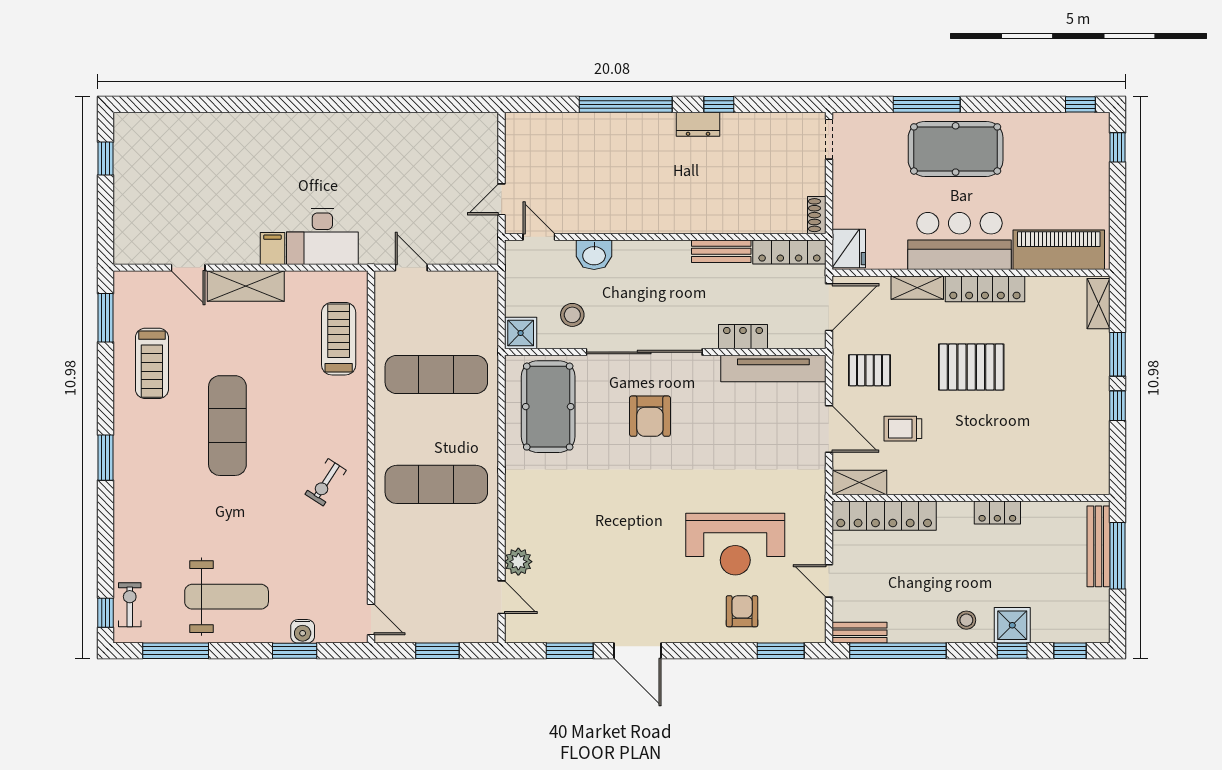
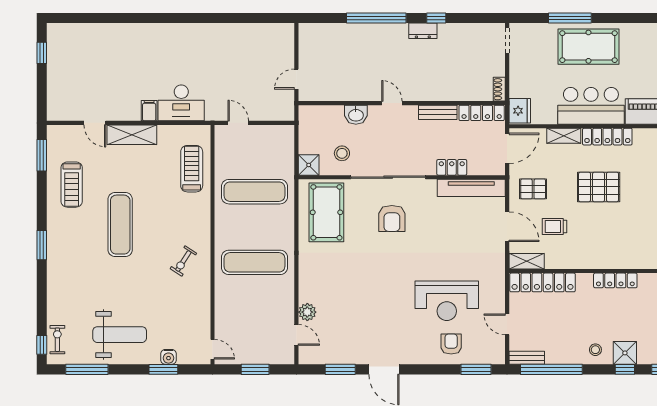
door: (539, 237) -> (392, 103), moved
locker: (997, 512) -> (615, 280), width x1.53

